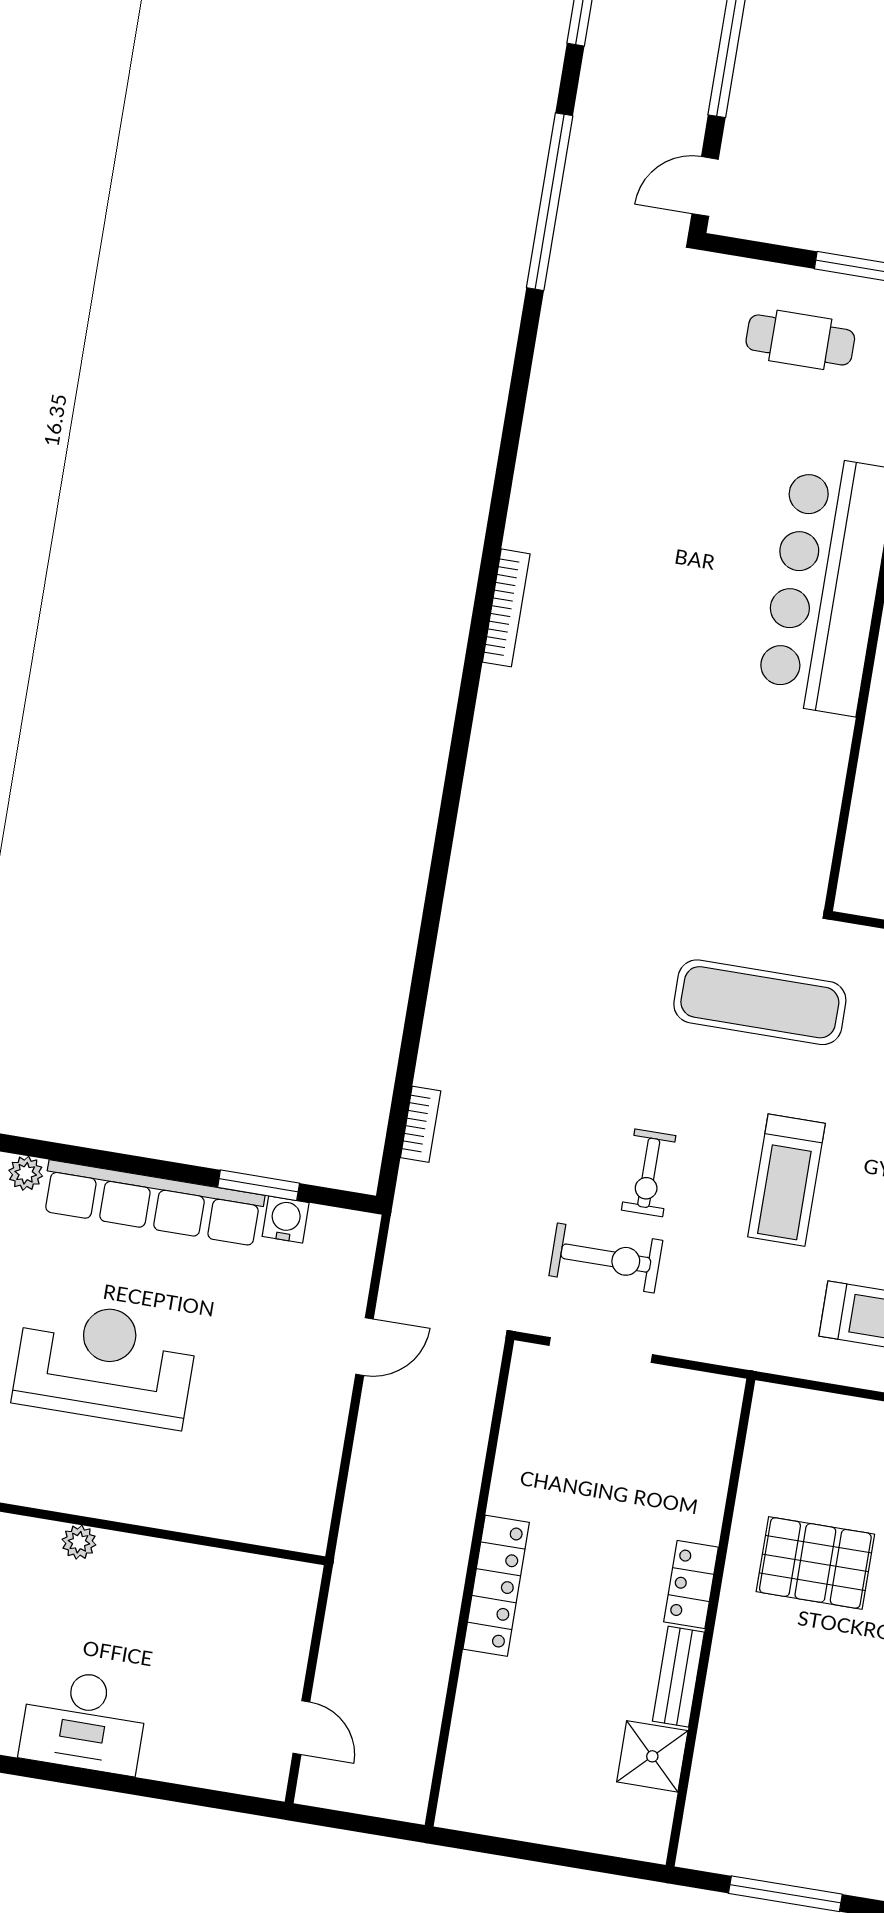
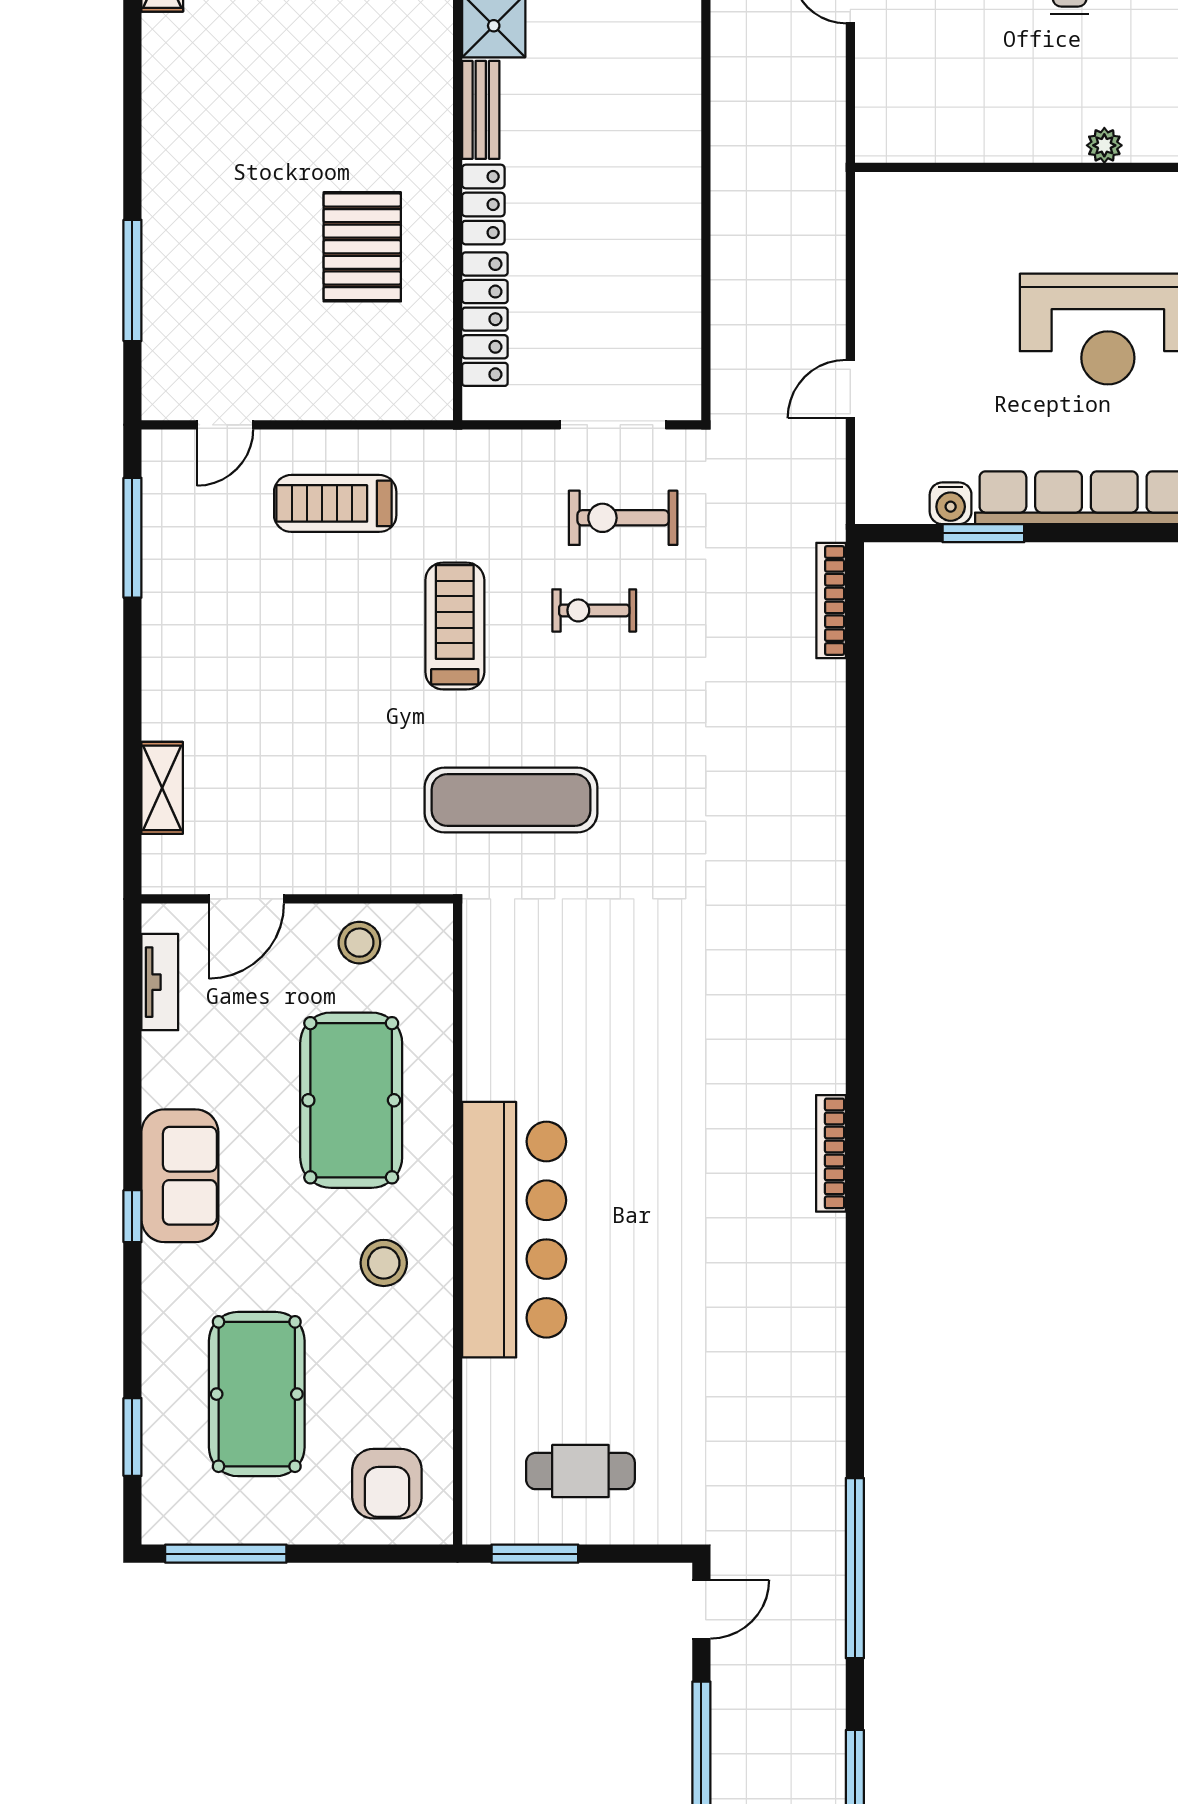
bookcase: (421, 1124) -> (831, 600), width x1.56
exercise bike: (649, 1173) -> (594, 610), turned -90
pallet: (815, 1563) -> (362, 247), turned 90
locker: (496, 1586) -> (485, 319), moved, turned 180

